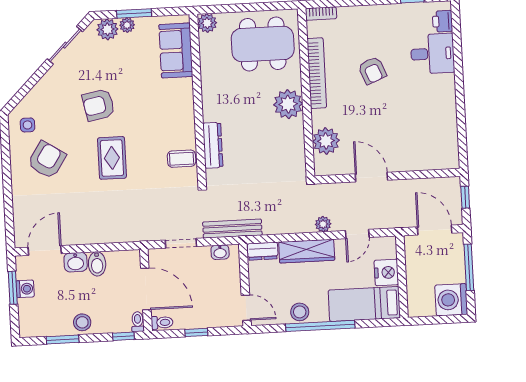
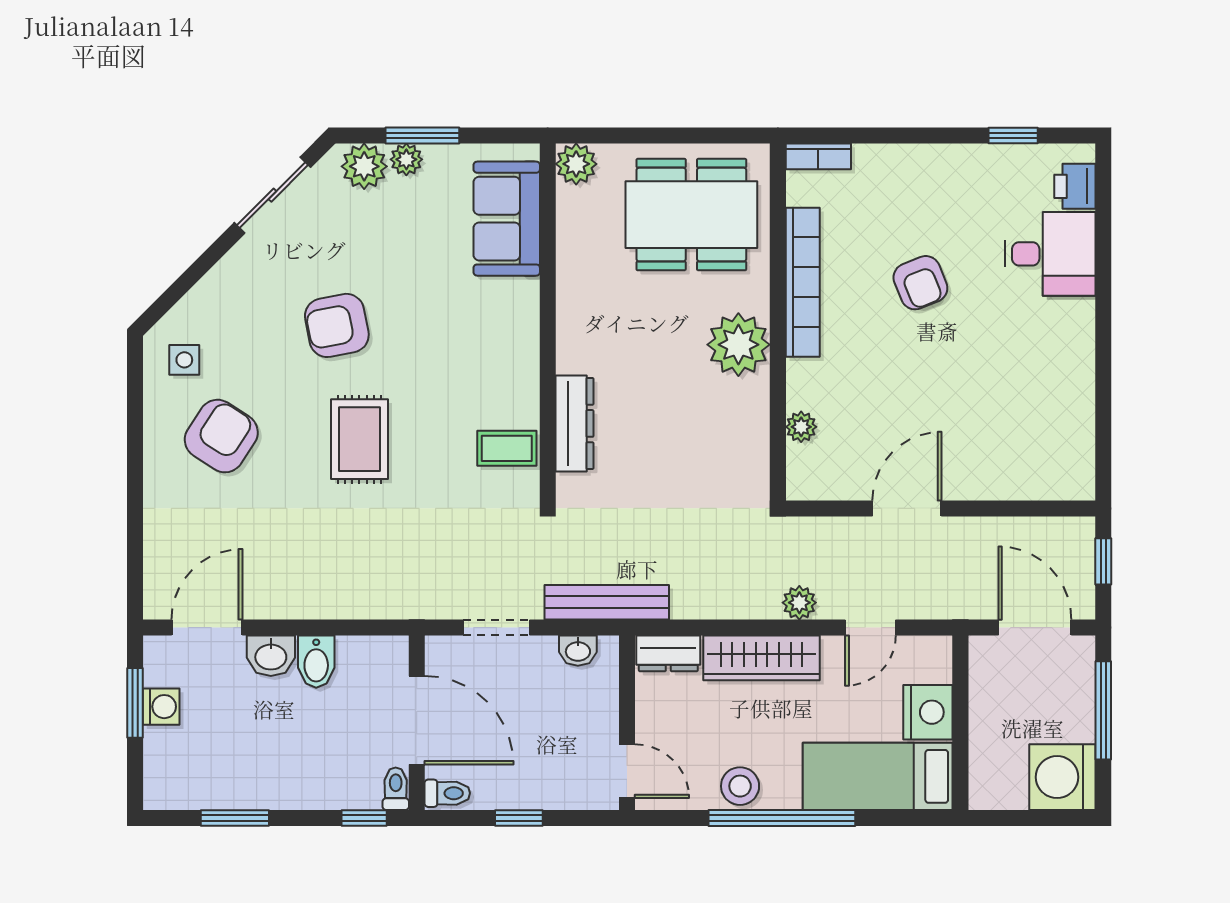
plant: (326, 141) -> (801, 427), width x0.53, depth x0.53
door: (371, 177) -> (907, 508), hinge flipped
stool: (82, 322) -> (278, 784), removed

